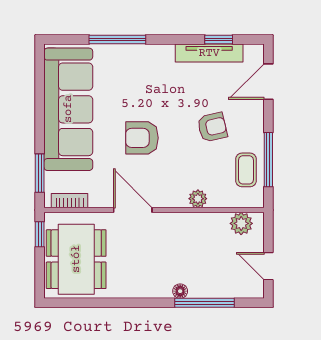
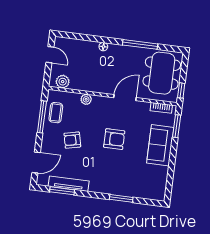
window: (117, 40) -> (121, 198), width x0.69
window: (219, 40) -> (62, 191), width x1.50
sofa: (68, 109) -> (160, 145), width x0.54, depth x0.79
door: (133, 210) -> (125, 98), swing flipped
window: (205, 303) -> (140, 44), moved

